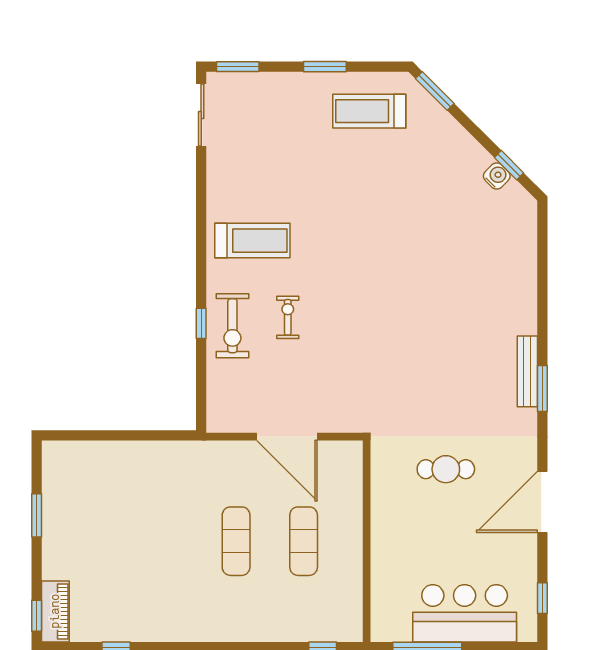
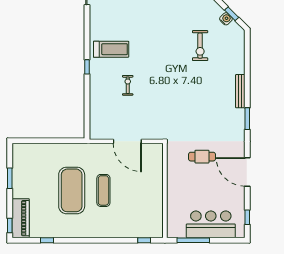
window: (201, 323) -> (87, 67), moved
exercise bike: (232, 326) -> (200, 46), moved
bench: (527, 371) -> (240, 91), moved
door: (542, 502) -> (247, 172), hinge flipped
exercise mat: (304, 541) -> (72, 190), moved, width x2.00, depth x1.45
piano: (55, 611) -> (21, 218), width x1.37, depth x1.33

